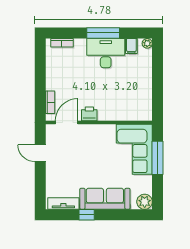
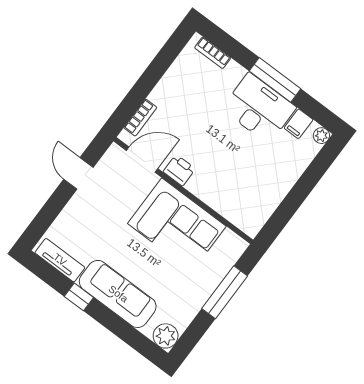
corner sofa: (134, 149) -> (177, 225), moved, turned -90

